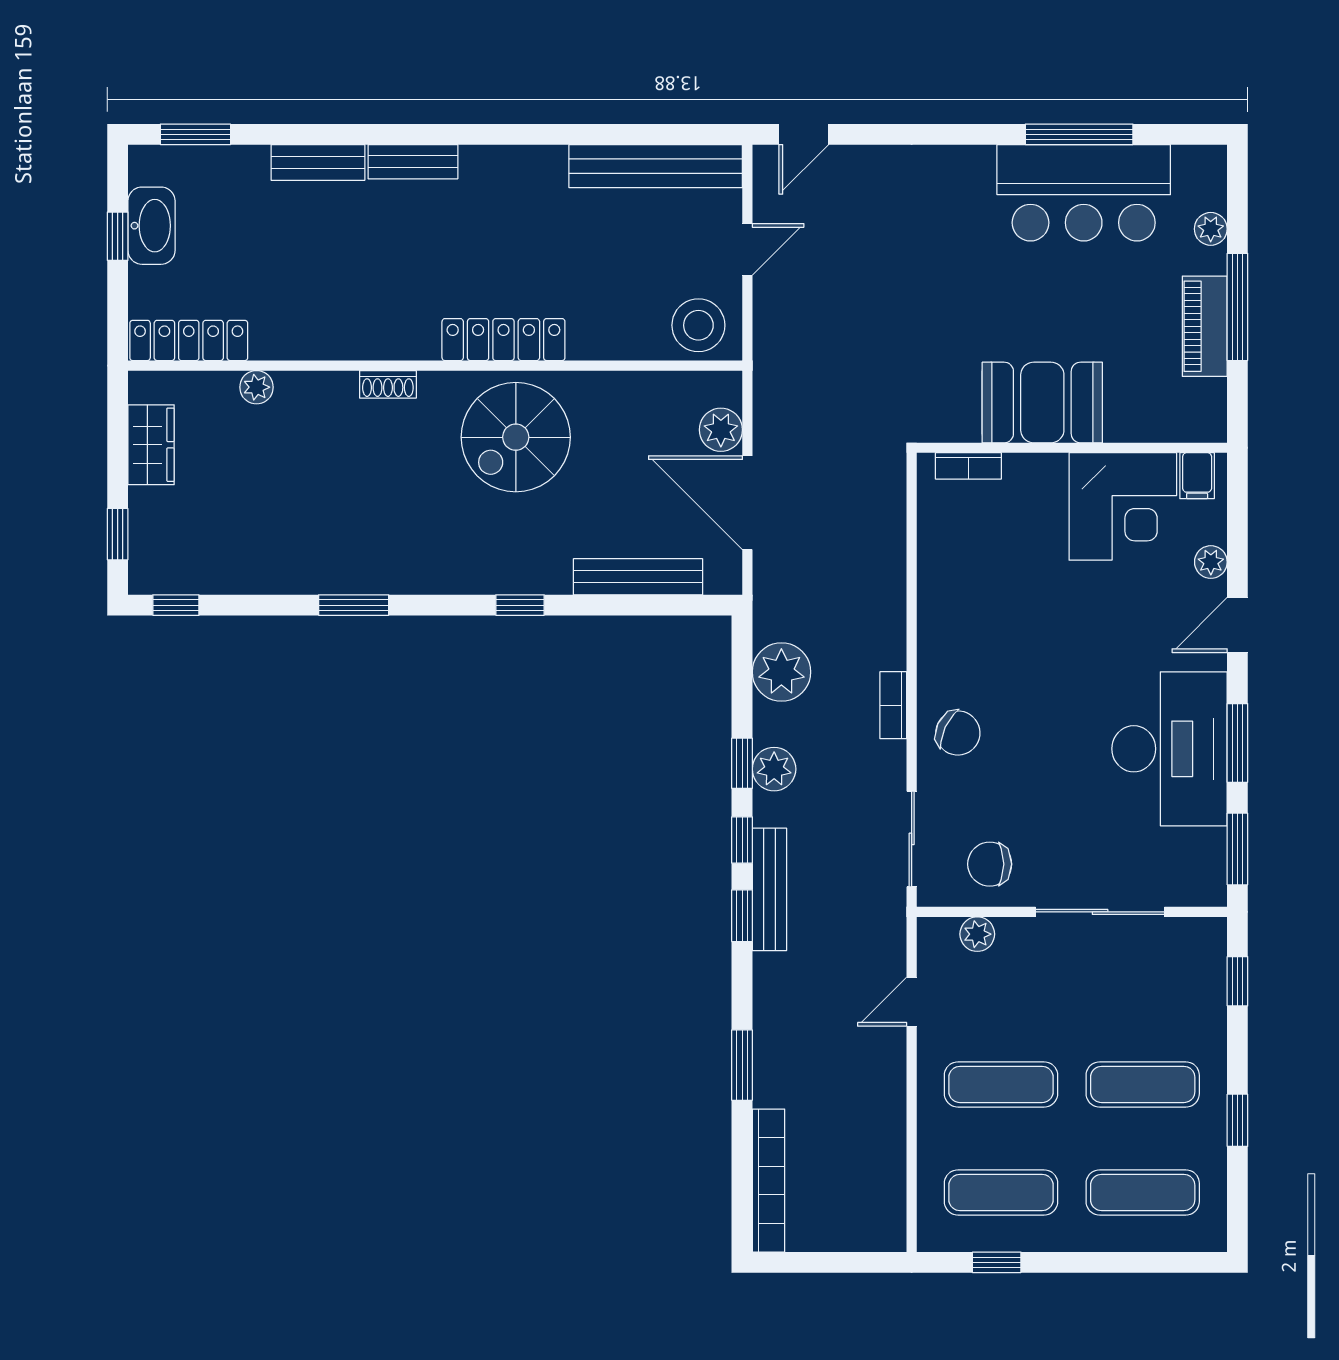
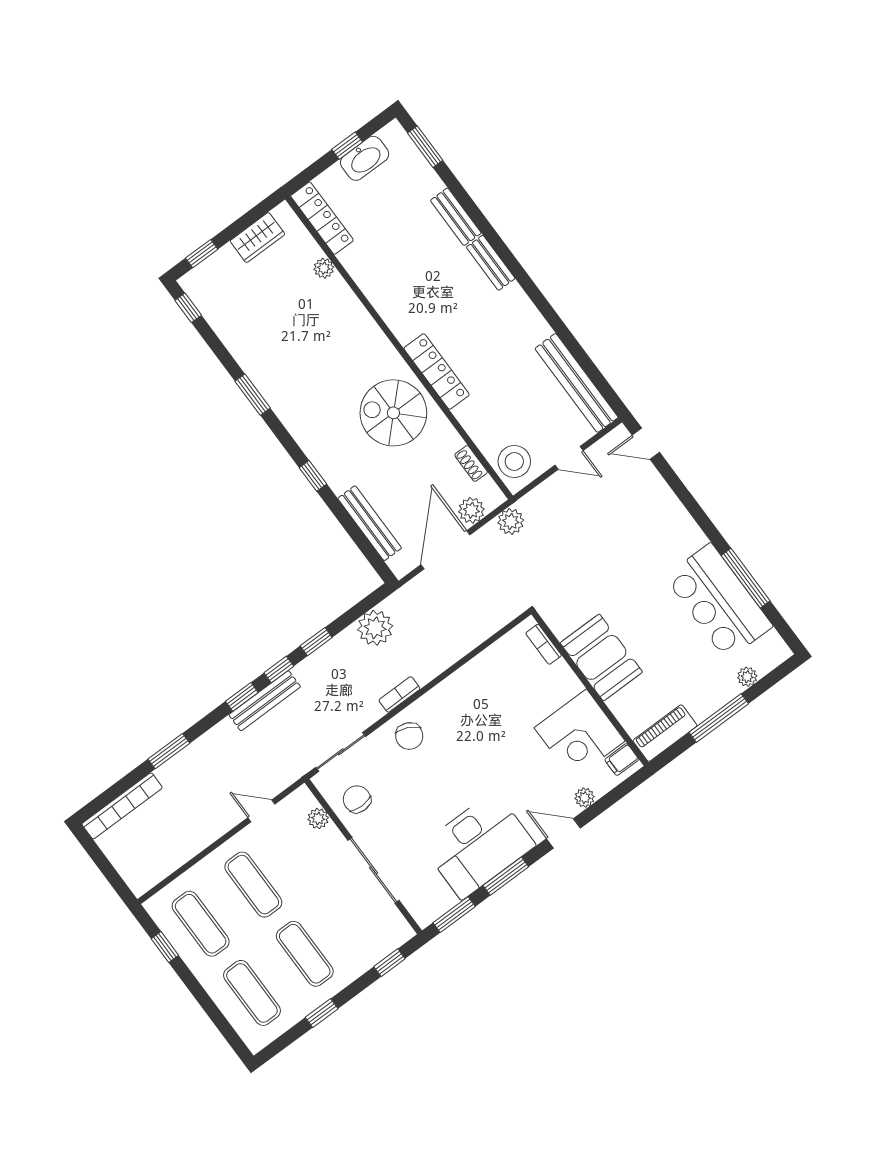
piano: (1205, 326) -> (665, 733), moved
shoe rack: (388, 384) -> (471, 463), moved
plant: (774, 769) -> (511, 521), moved

